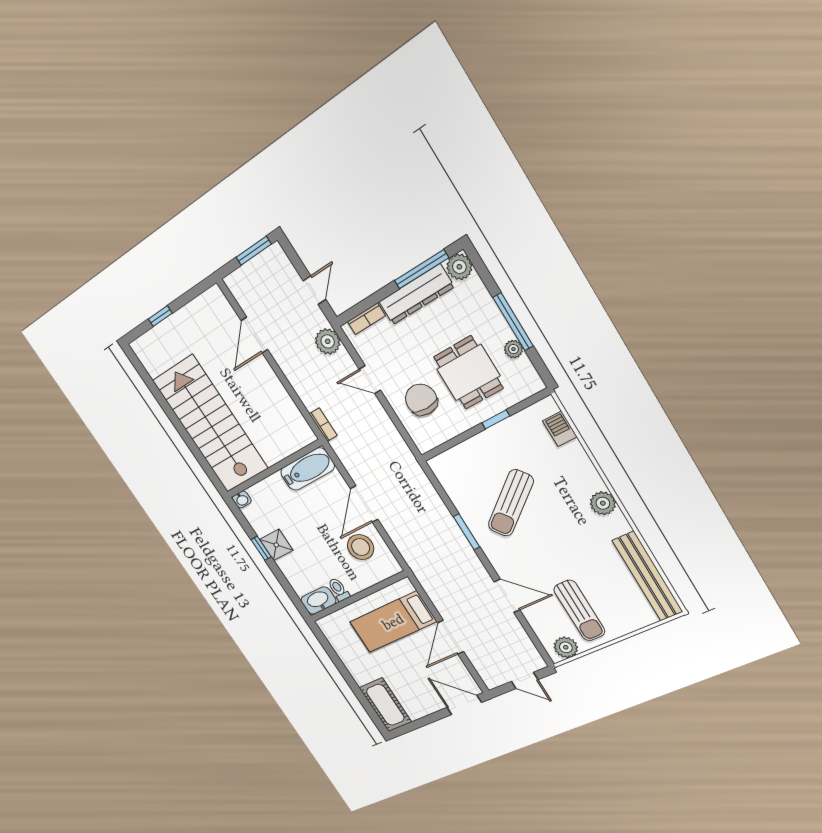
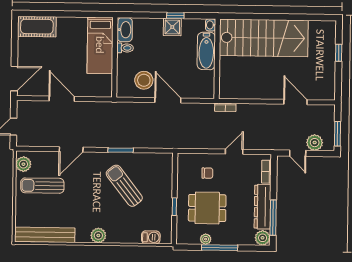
plant: (328, 341) -> (315, 143), moved
chair: (421, 400) -> (207, 173), width x0.54, depth x0.54
bathtub: (307, 469) -> (206, 51), moved
bed: (393, 622) -> (100, 45), moved, turned 180

